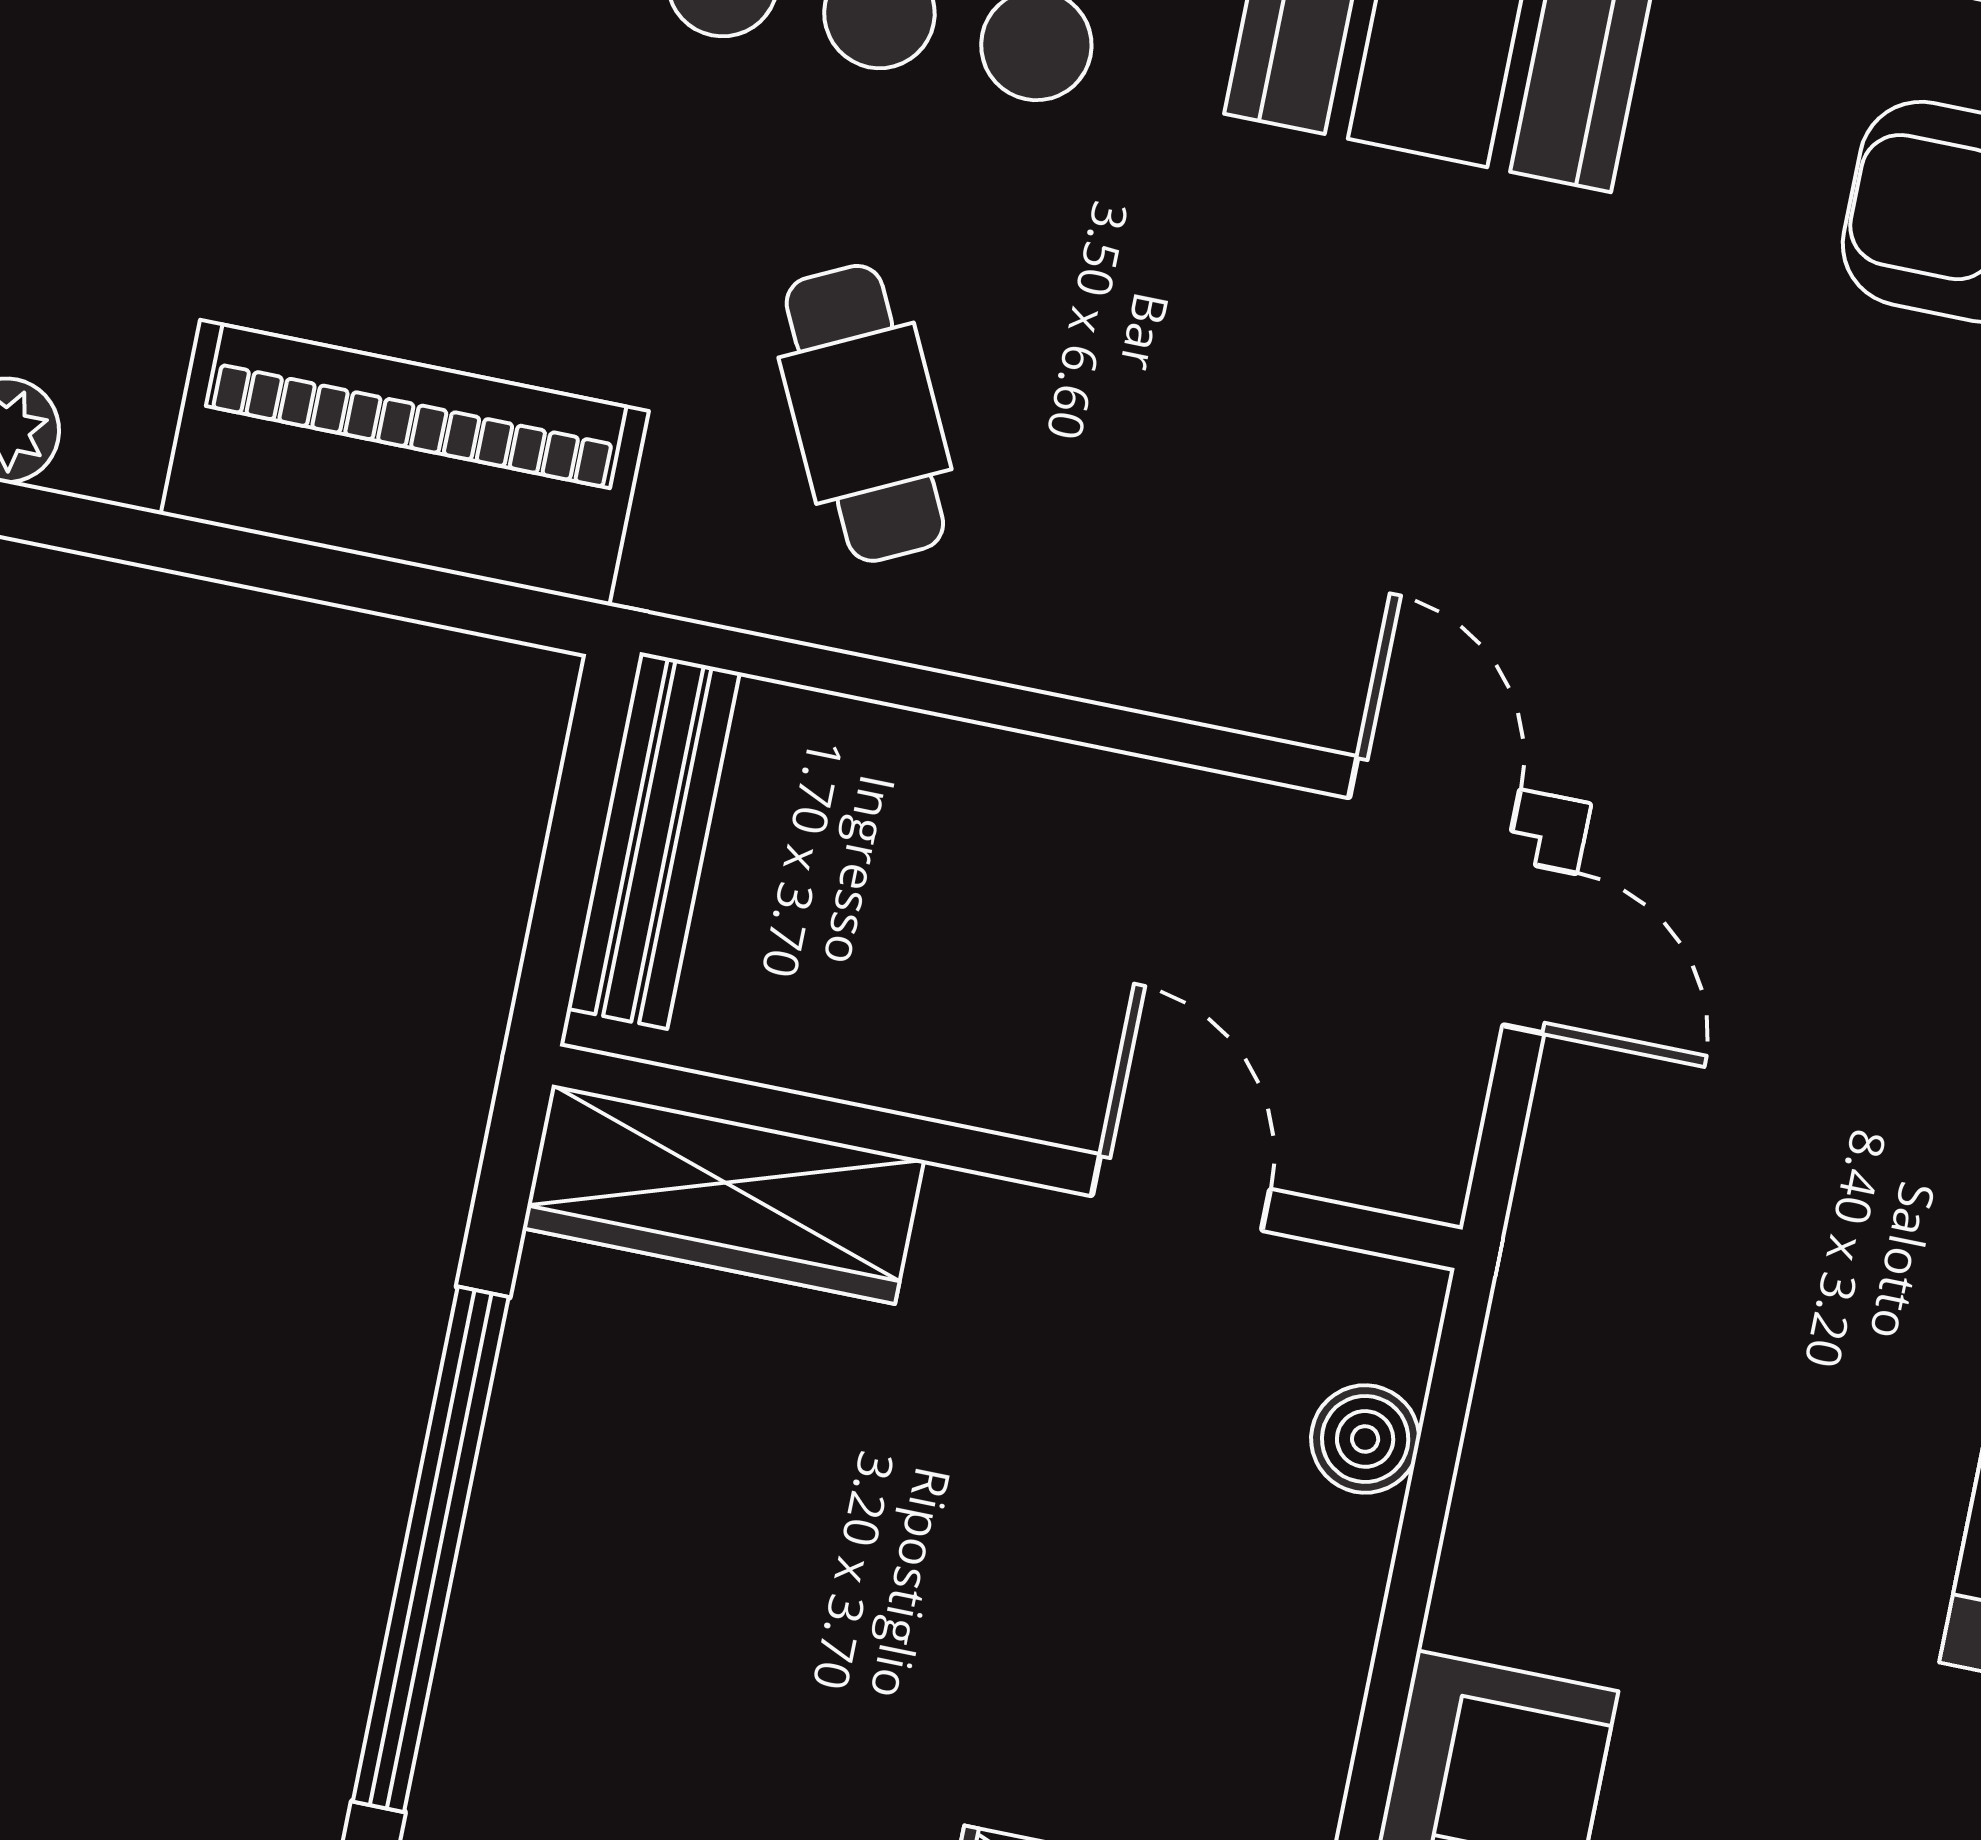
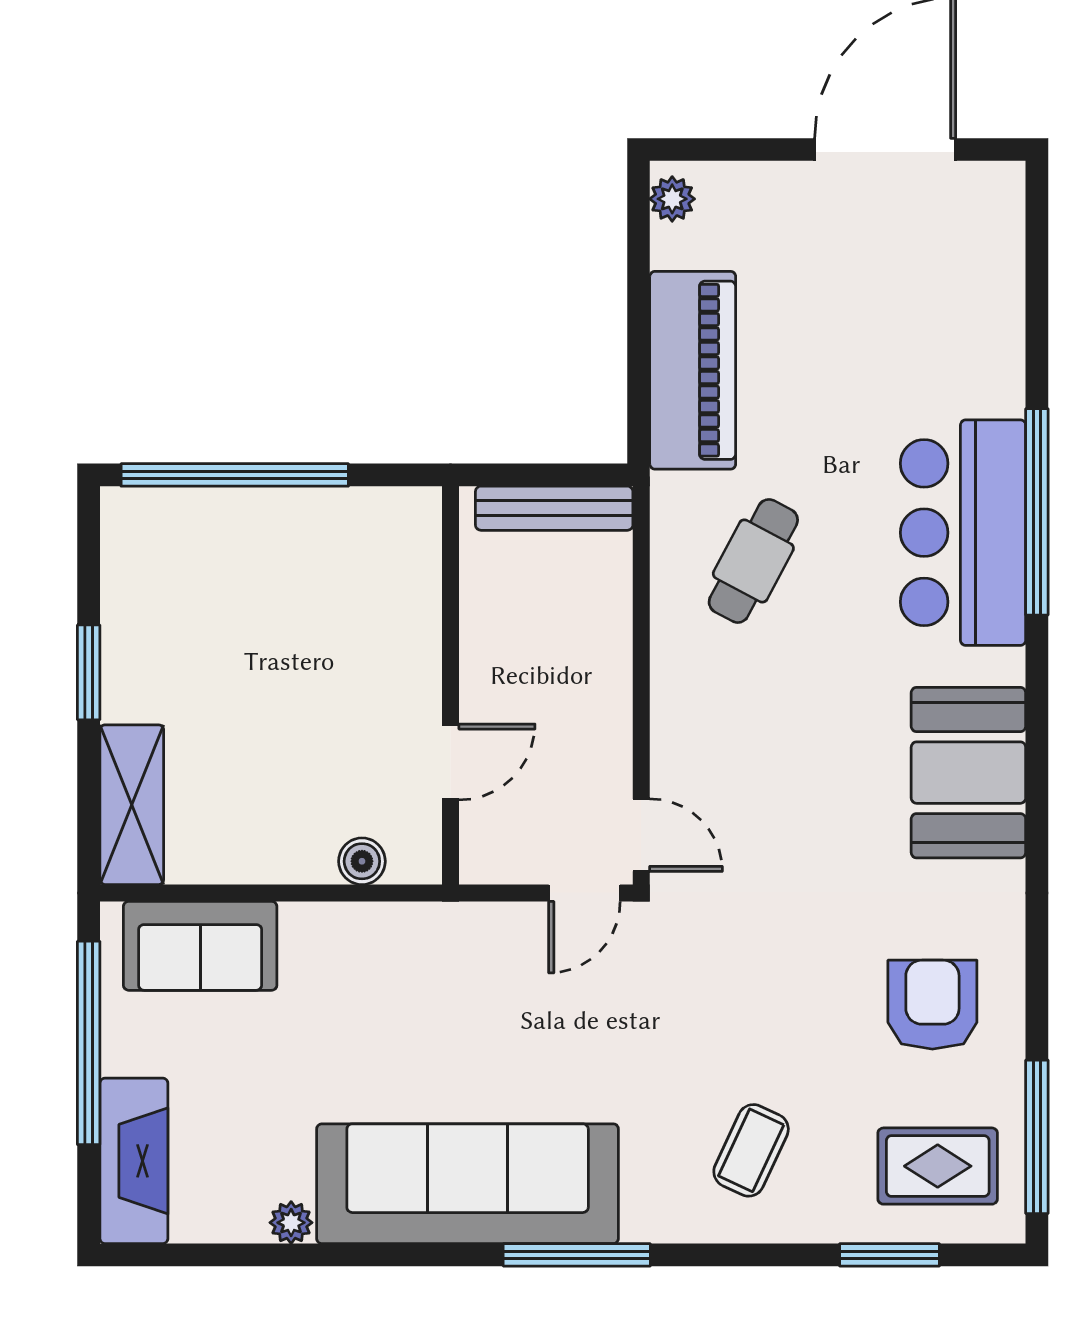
cafe table: (865, 413) -> (753, 561), turned -36
door: (1435, 794) -> (641, 835), hinge flipped
wardrobe: (723, 1194) -> (410, 568), removed

